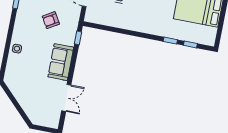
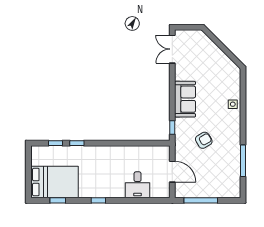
double door: (66, 98) -> (172, 49), moved

